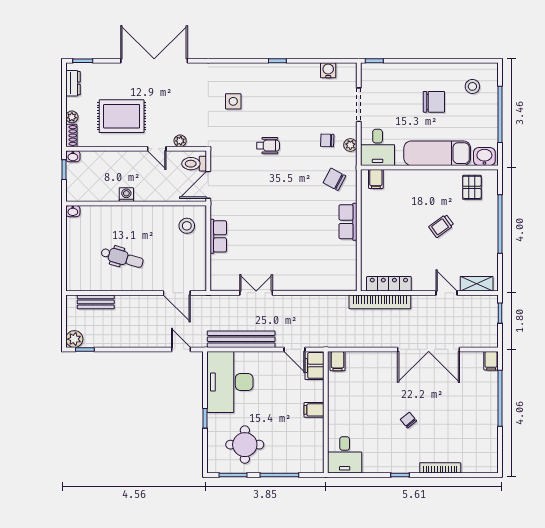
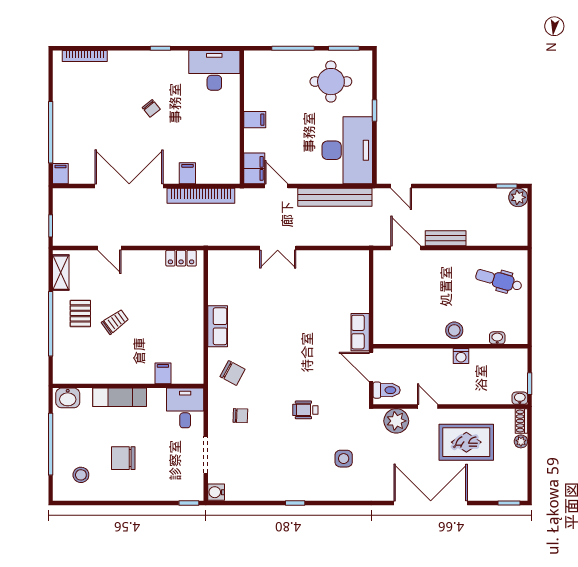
double door: (154, 61) -> (431, 503), swing flipped
water cooler: (328, 70) -> (216, 492), moved, turned 90
dresser: (73, 83) -> (520, 478), removed
plant: (180, 141) -> (396, 421), width x1.87, depth x1.87
plant: (350, 145) -> (215, 411), removed
exam couch: (437, 153) -> (120, 397), width x0.73, depth x0.69
filing cabinet: (376, 179) -> (163, 373), moved
door: (208, 185) -> (371, 367), swing flipped
pallet: (472, 187) -> (80, 313), moved
washbasin: (73, 211) -> (497, 338), moved
stool: (187, 226) -> (454, 330), moved
row of seats: (218, 236) -> (360, 332), moved
dental chair: (122, 258) -> (499, 280), moved
locker: (389, 284) -> (181, 258), width x0.66
shelving: (477, 284) -> (61, 273), moved, turned 90
double door: (256, 293) -> (278, 248), moved
bench: (96, 302) -> (446, 238), moved
bookcase: (380, 302) -> (201, 196), moved, turned 180
filing cabinet: (338, 361) -> (187, 173), moved
desk: (345, 455) -> (214, 70), width x1.37
bookcase: (440, 468) -> (85, 56), moved

